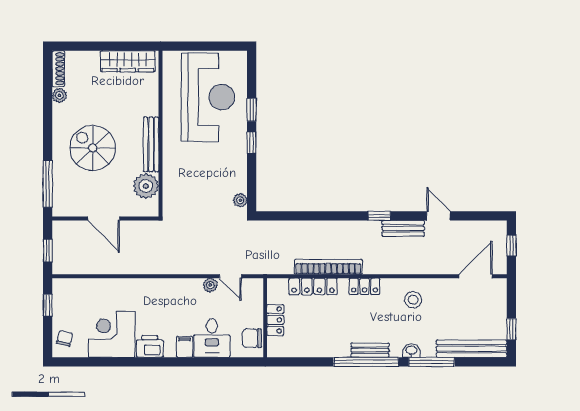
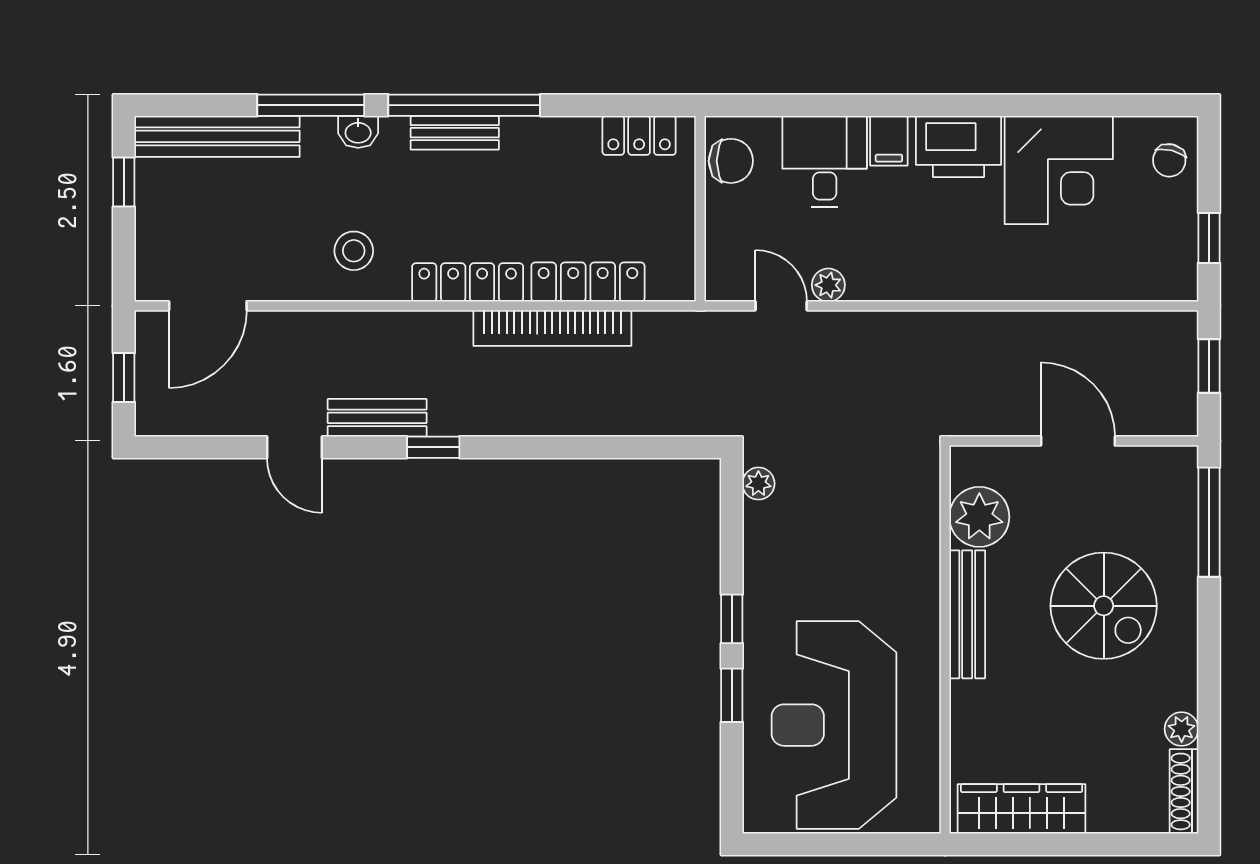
locker: (364, 286) -> (468, 282), width x1.53
locker: (275, 320) -> (639, 135), moved, turned -90
printer: (150, 346) -> (958, 146), width x1.37, depth x1.19

